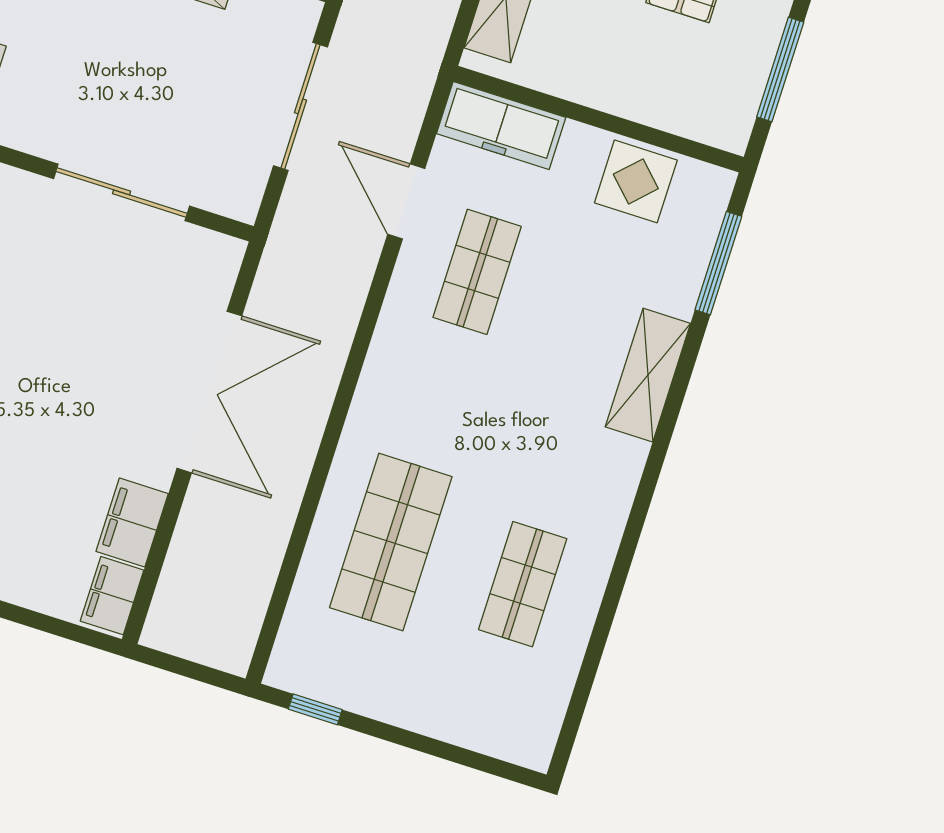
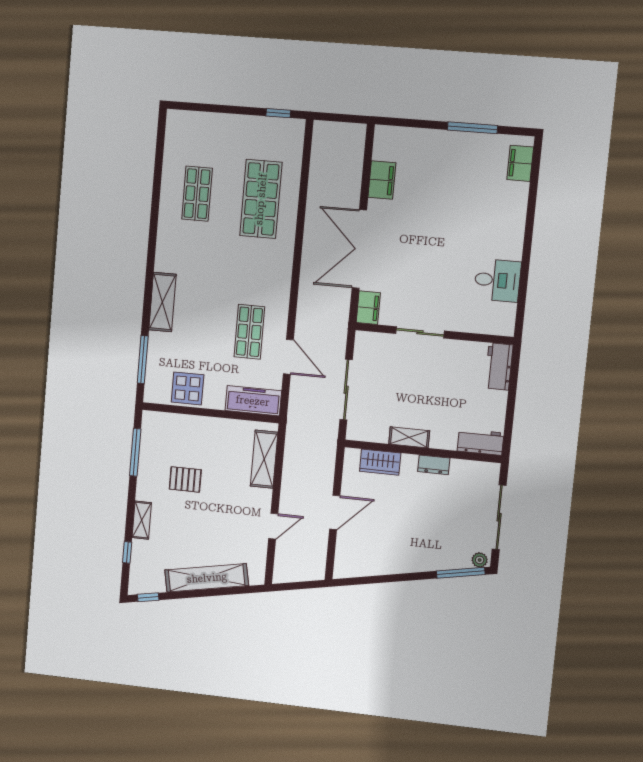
sliding door: (122, 192) -> (420, 332), width x0.73
filing cabinet: (112, 596) -> (368, 308), moved

